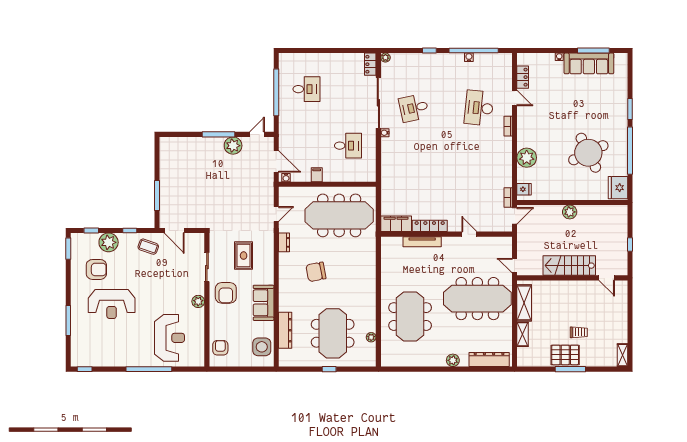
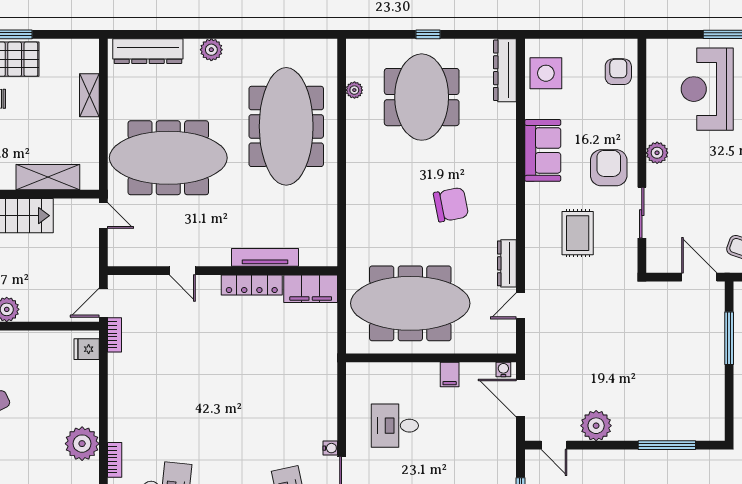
window: (218, 134) -> (667, 445), moved
door: (257, 134) -> (554, 445), hinge flipped
plant: (527, 158) -> (82, 444), moved
dresser: (284, 242) -> (507, 263), width x1.44
shelving: (524, 303) -> (48, 177), moved, turned 90
meeting table: (410, 317) -> (286, 126), width x1.36
dresser: (285, 330) -> (505, 70), moved
armchair: (220, 348) -> (618, 72), turned 180

